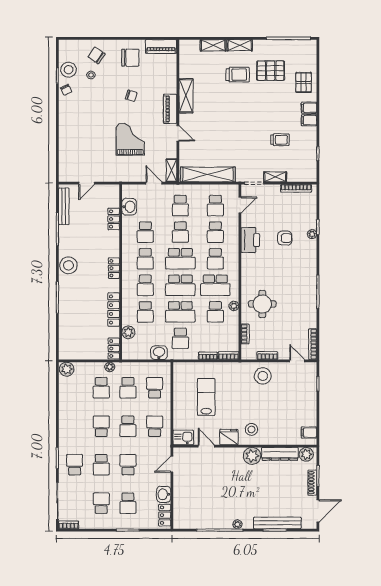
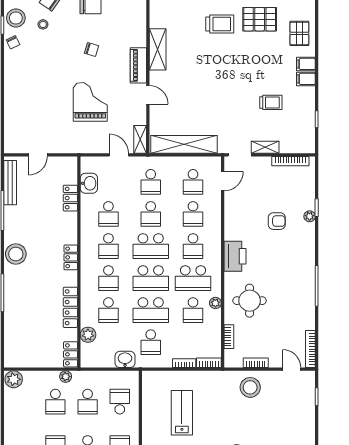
printer: (250, 240) -> (235, 256), moved

